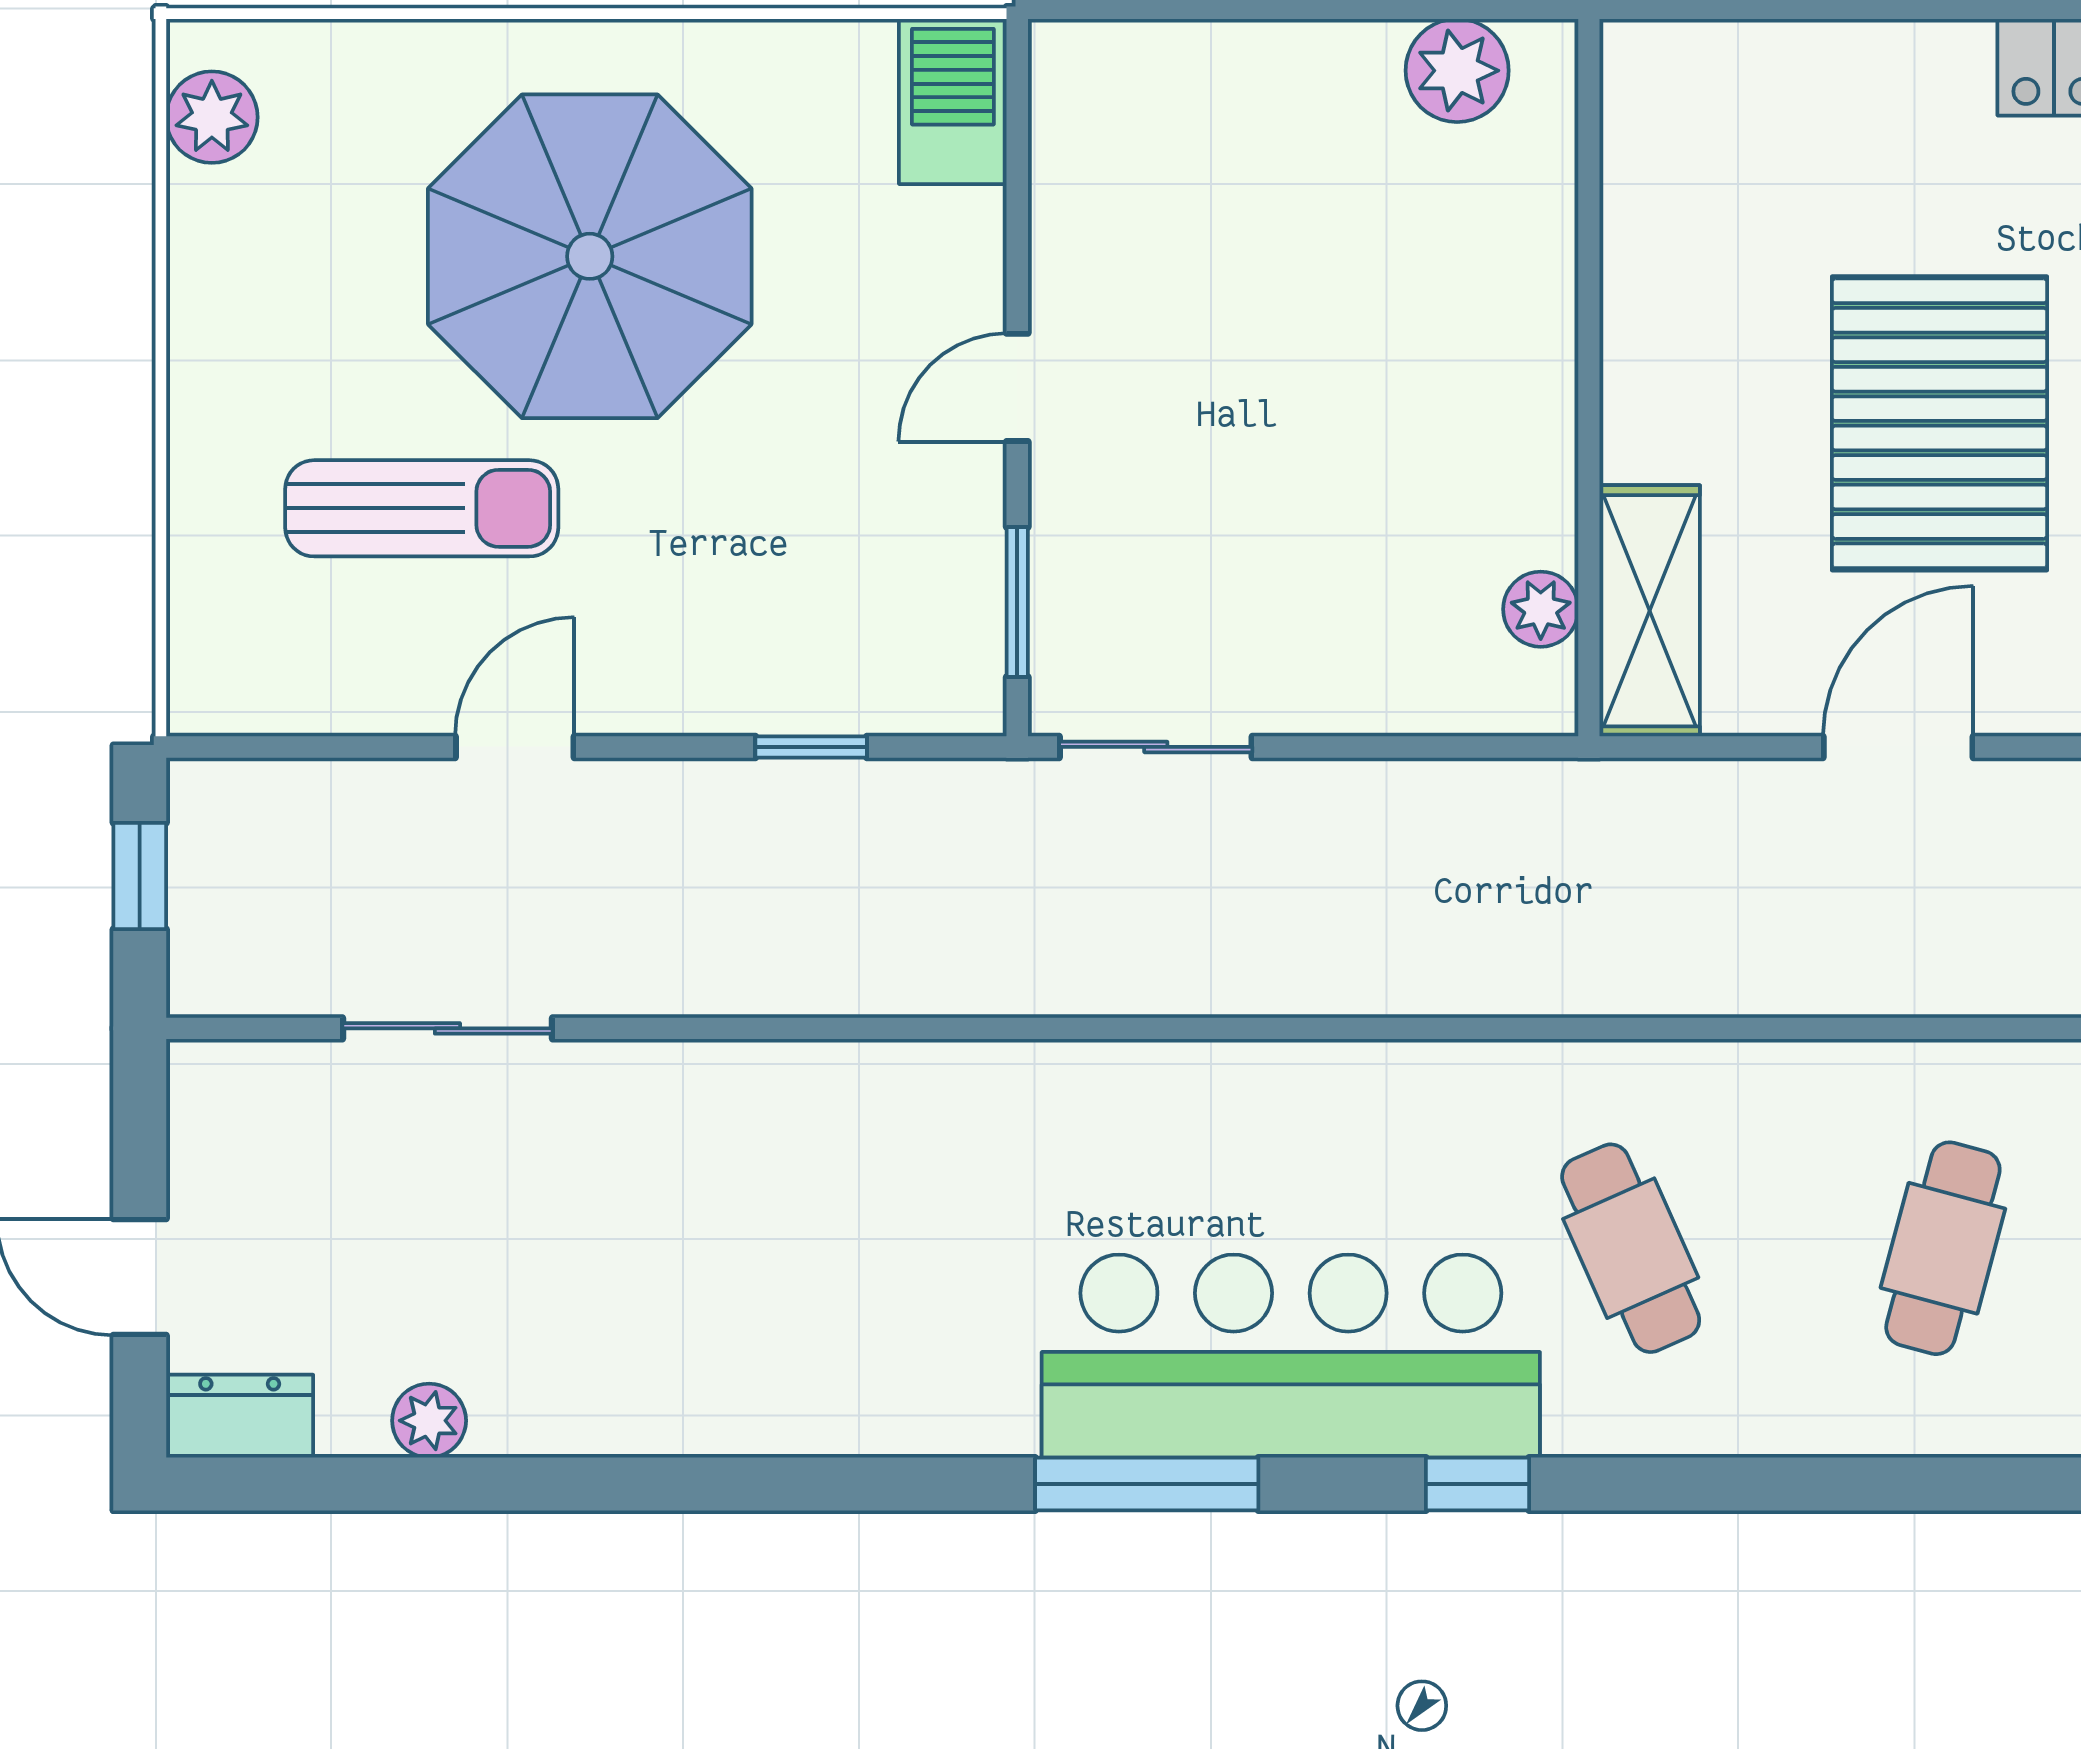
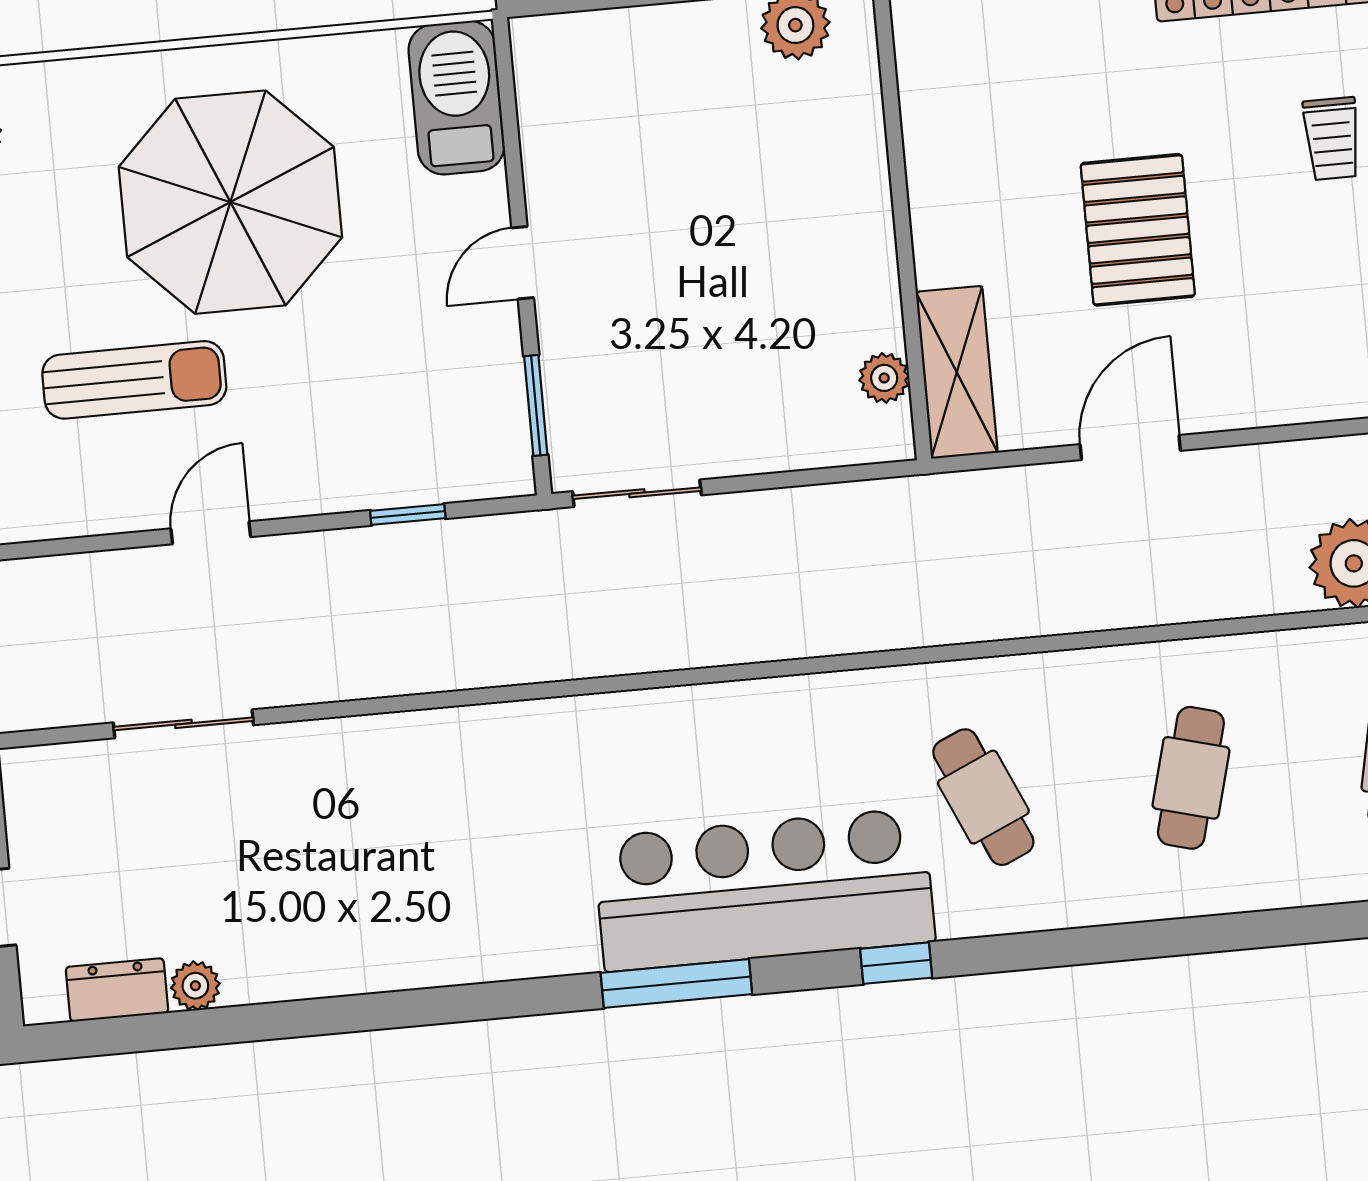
barbecue: (953, 101) -> (457, 98), width x1.37, depth x1.21
pallet: (1940, 423) -> (1138, 230), width x0.73, depth x0.71
dresser: (240, 1416) -> (117, 990), moved

